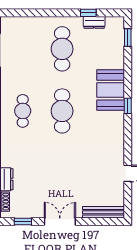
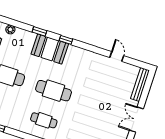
plant: (119, 35) -> (10, 29), added
window: (128, 38) -> (39, 31), moved

